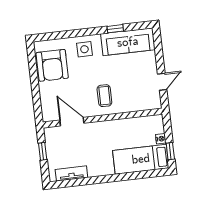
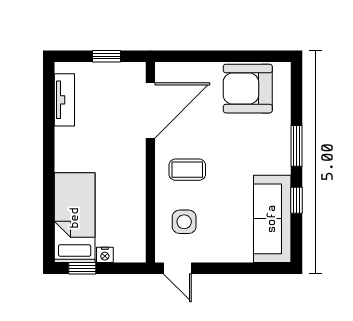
window: (83, 32) -> (297, 146), added
side table: (84, 49) -> (184, 222), moved
door: (162, 82) -> (177, 268), moved
door: (72, 122) -> (150, 110), width x1.36

